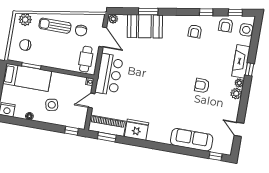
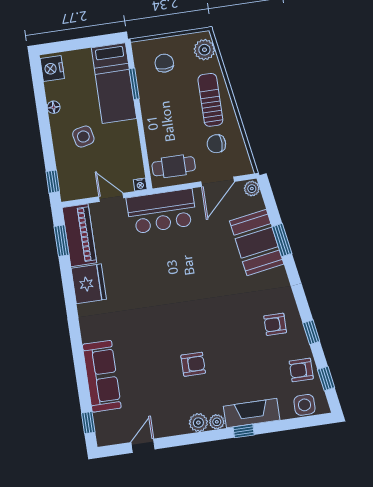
armchair: (202, 85) -> (193, 364), turned 90

